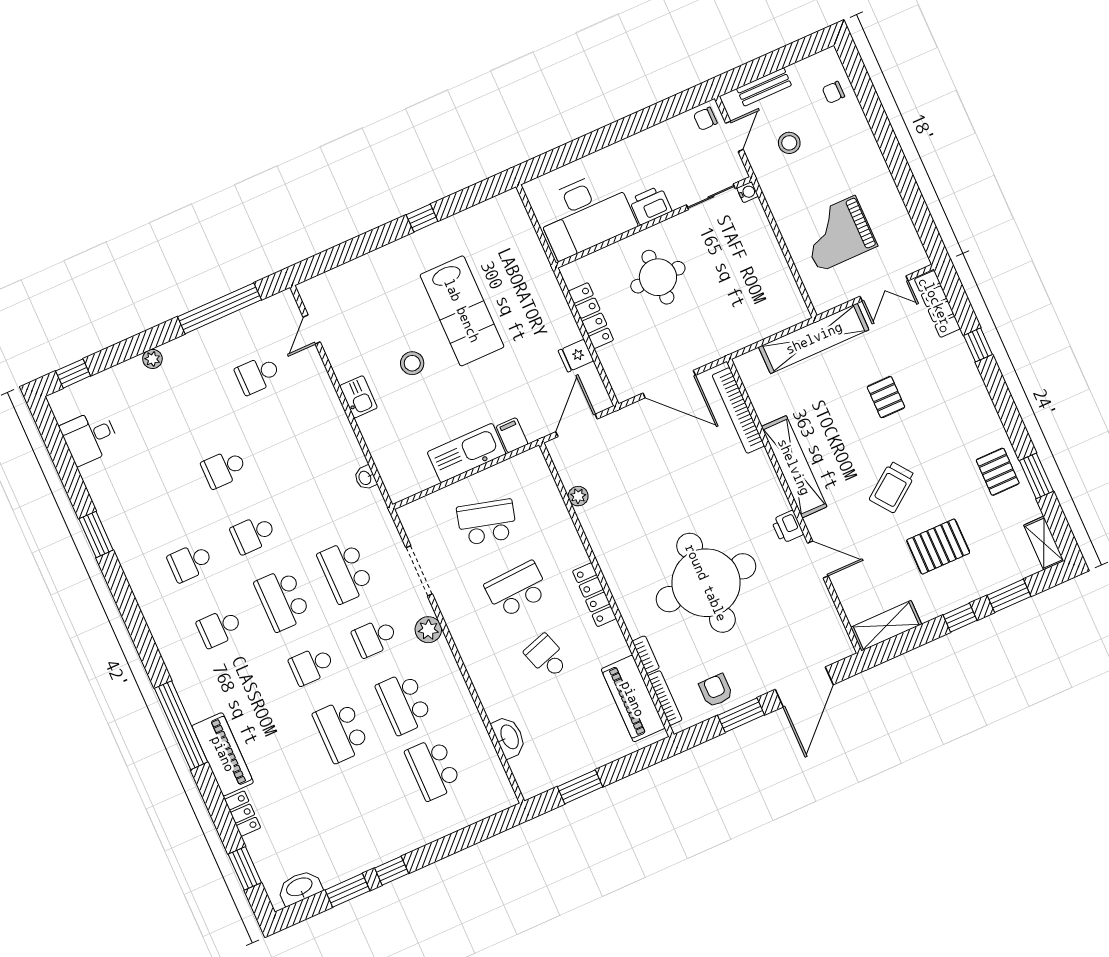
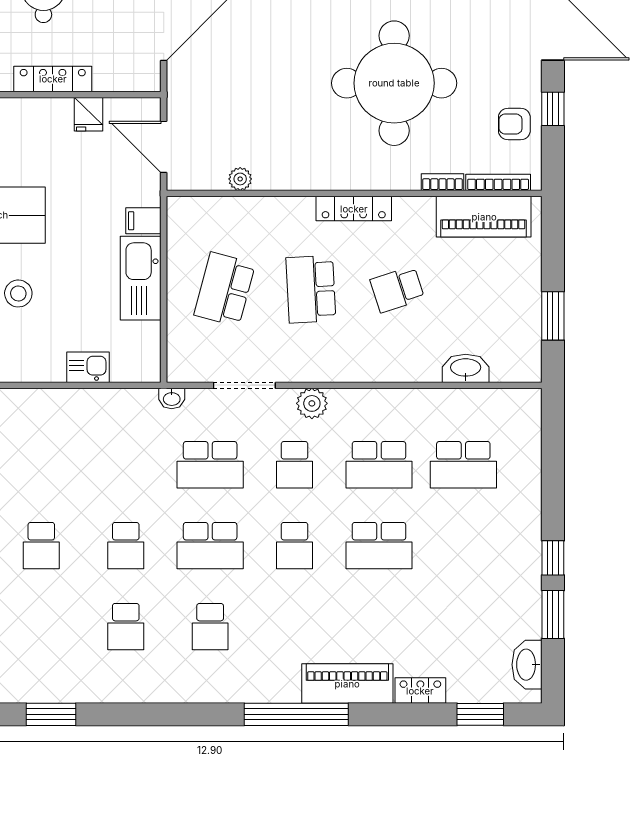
kitchen sink: (358, 397) -> (88, 367), moved
washbasin: (365, 478) -> (172, 398), moved
window: (741, 715) -> (553, 109), width x0.67

